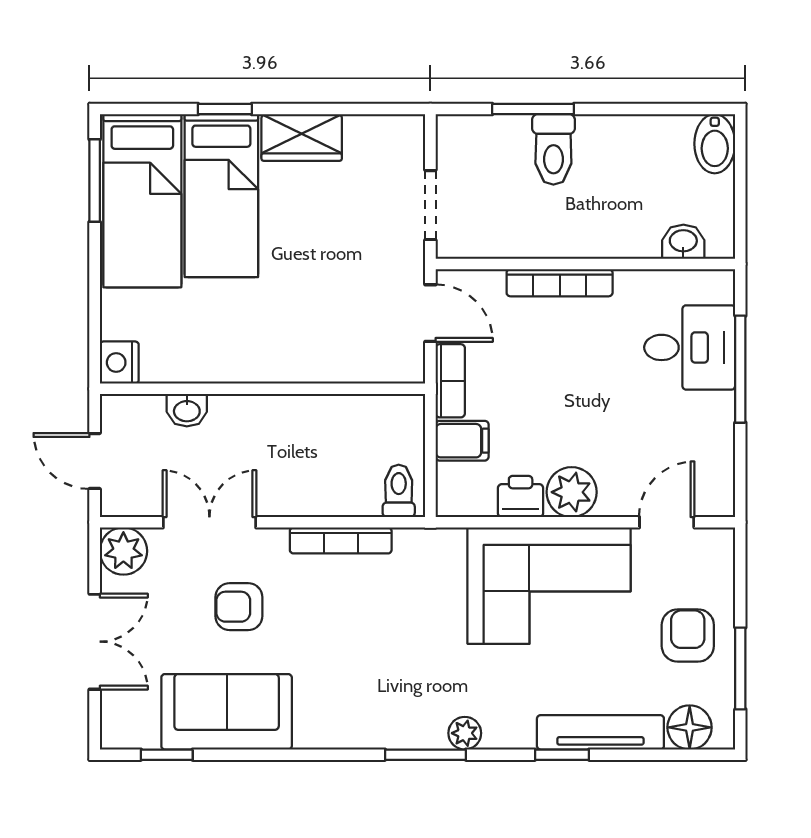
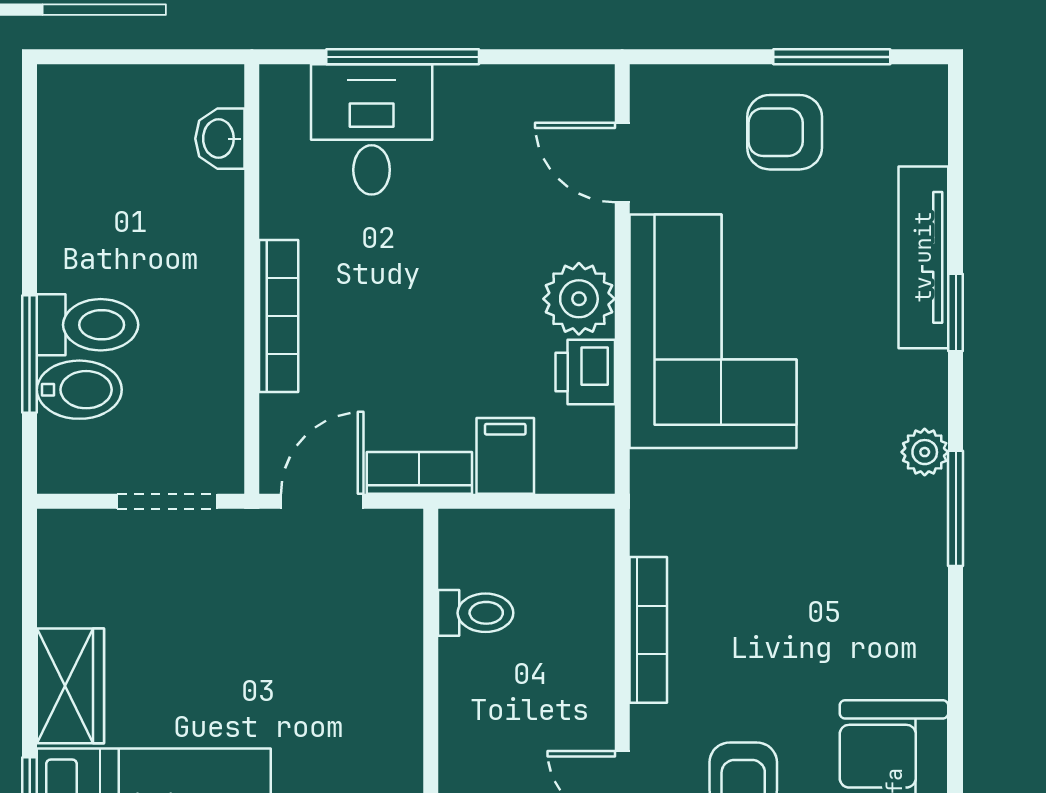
bidet: (715, 144) -> (79, 390), moved
toilet: (399, 491) -> (476, 613), moved, turned 180
floor lamp: (690, 727) -> (916, 130), removed

